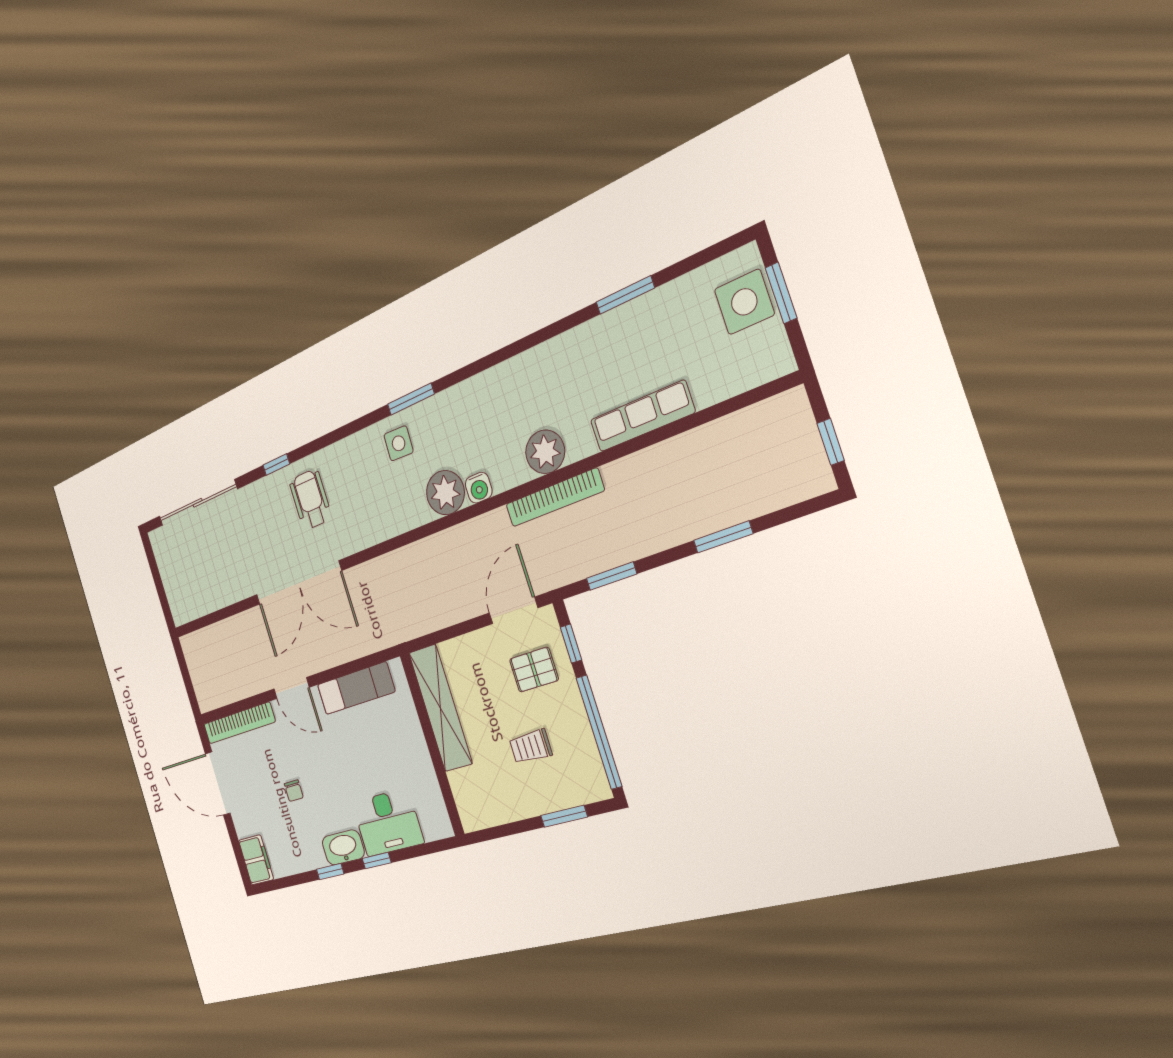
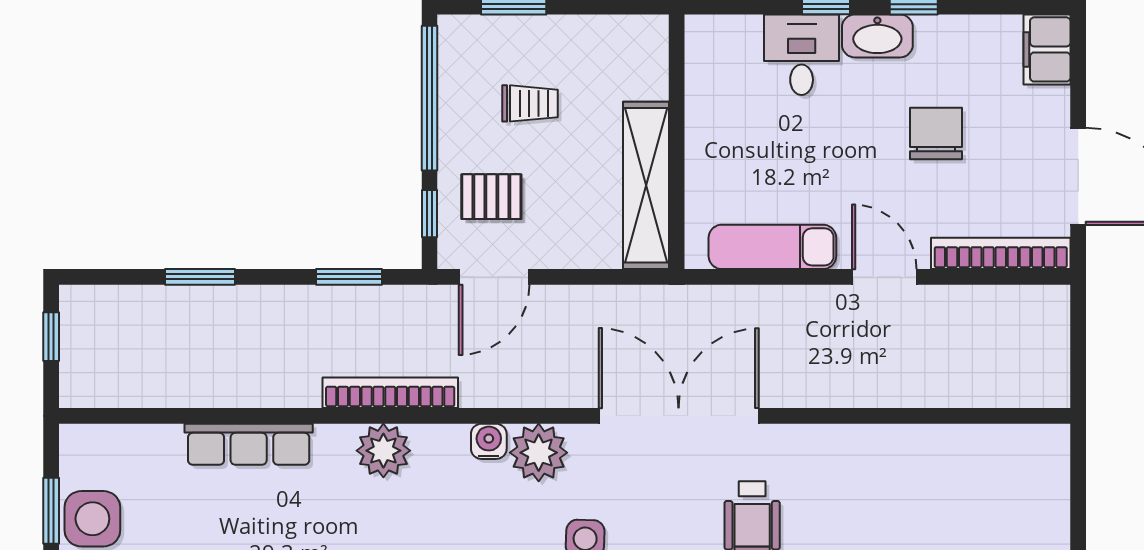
double door: (298, 583) -> (679, 416), moved
chair: (294, 791) -> (936, 134), width x1.87, depth x1.87
desk: (388, 822) -> (802, 55), width x0.73

